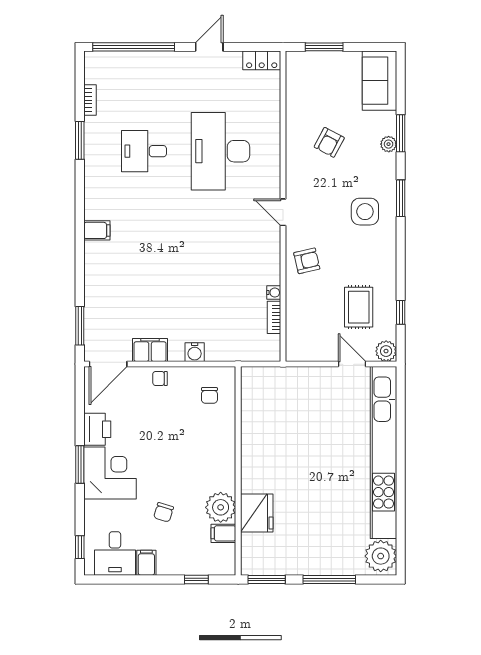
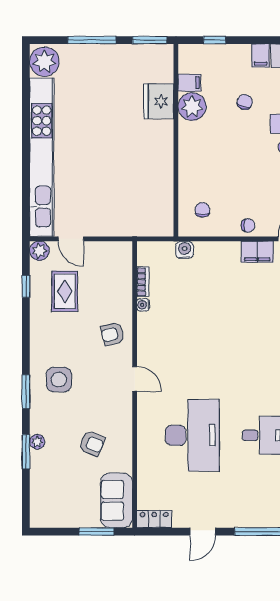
sofa: (379, 81) -> (116, 500), moved, turned 180
armchair: (329, 142) -> (92, 443), turned 85
water cooler: (195, 352) -> (185, 250), moved

